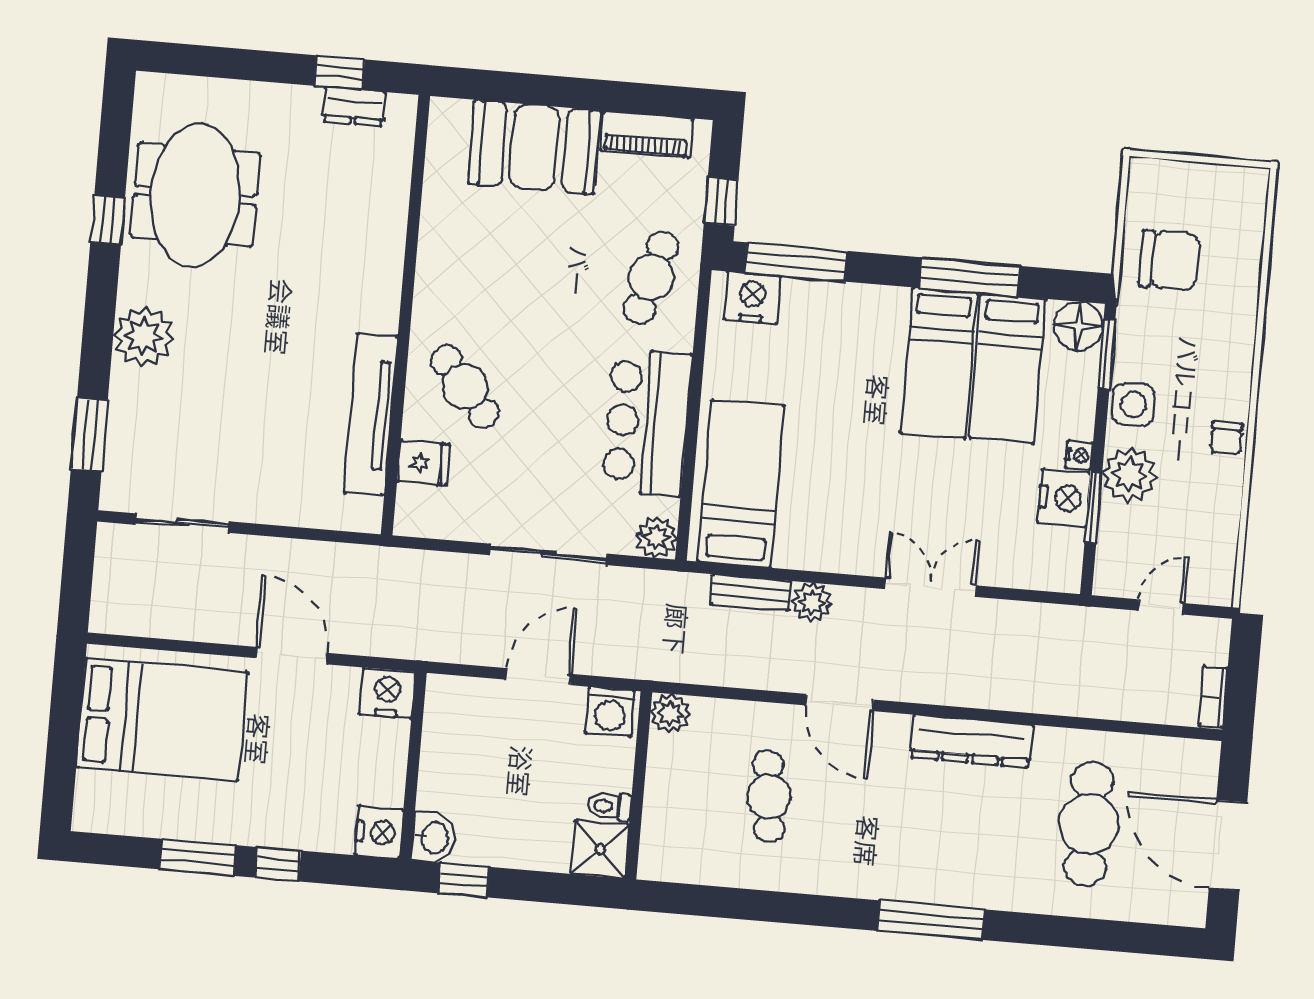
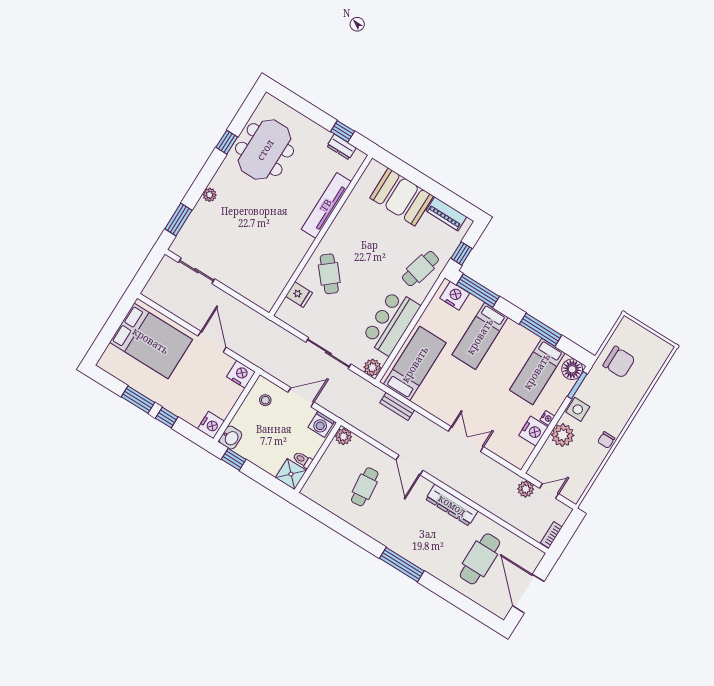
plant: (144, 336) -> (210, 195), width x0.53, depth x0.53
bed: (939, 363) -> (480, 336), moved
tv unit: (371, 414) -> (326, 205), moved
window: (1093, 507) -> (543, 440), removed
plant: (812, 603) -> (526, 489), moved
stool: (466, 721) -> (265, 400), added

